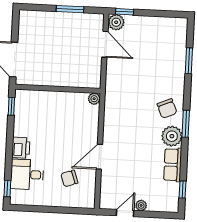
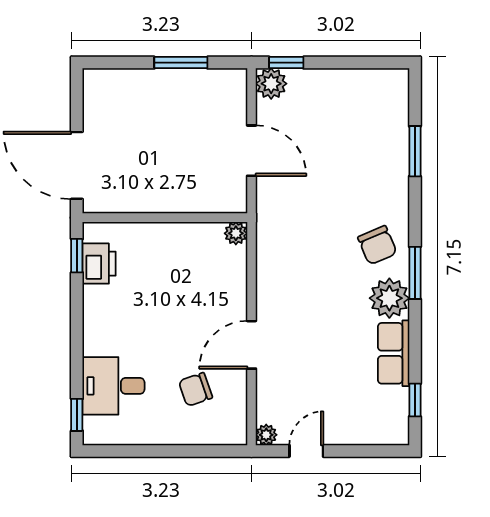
door: (105, 44) -> (251, 151), moved
printer: (21, 148) -> (99, 264), moved
plant: (141, 205) -> (266, 435), moved

